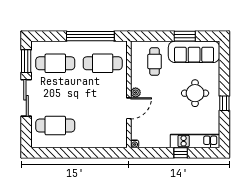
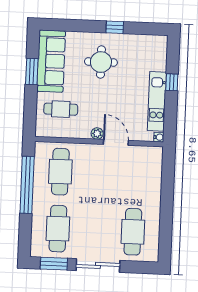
kitchen unit: (195, 141) -> (157, 101), moved

